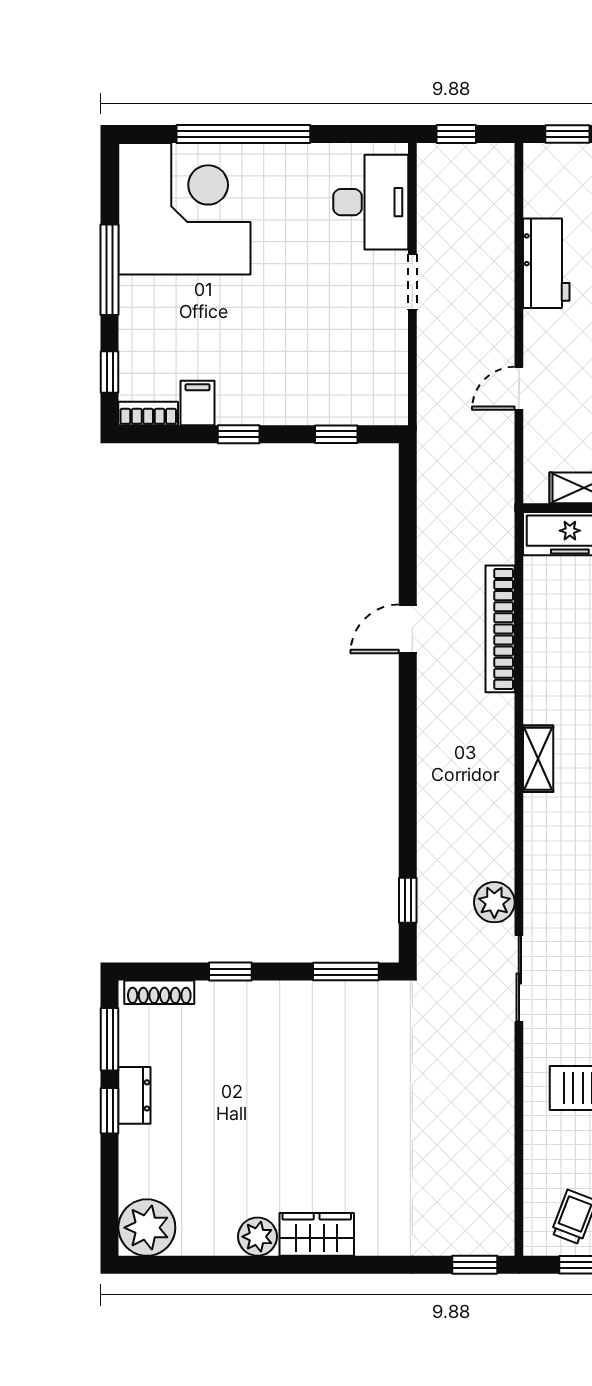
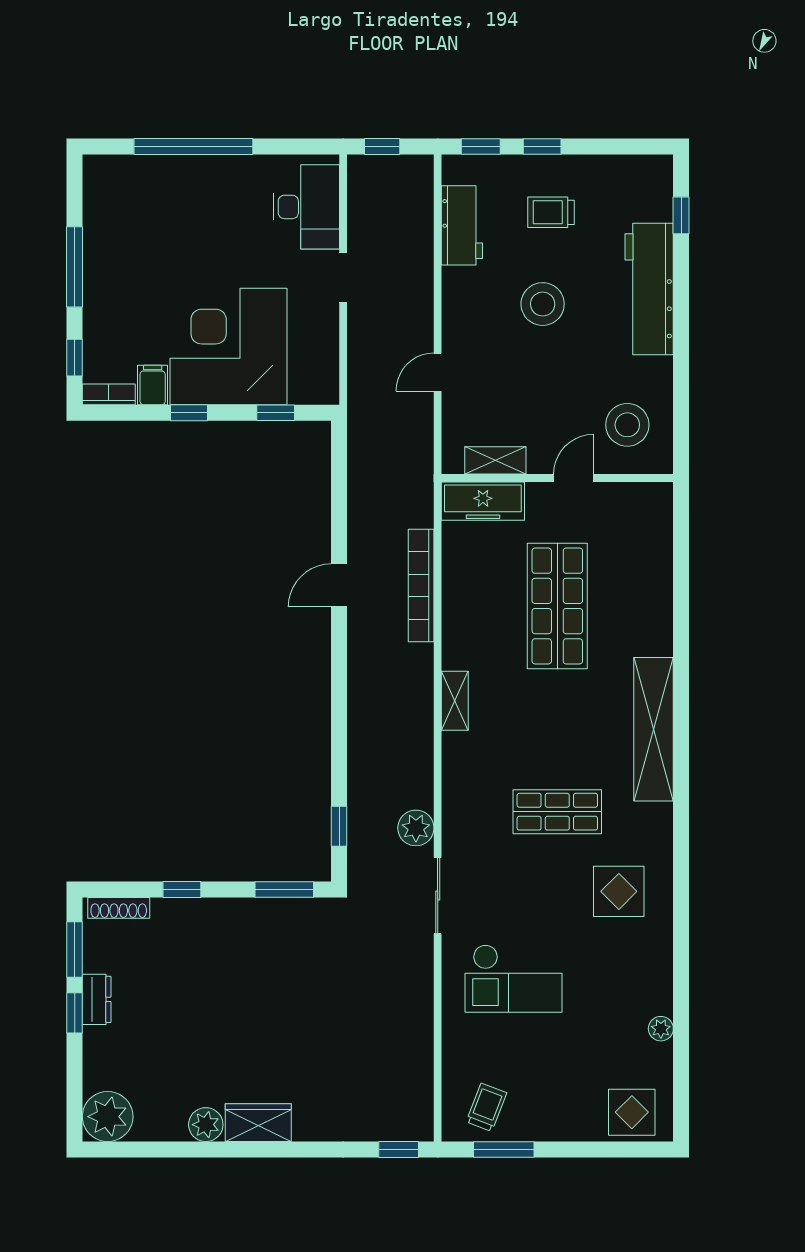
corner desk: (184, 209) -> (228, 346), moved, turned -90
workbench: (546, 263) -> (462, 225), moved

